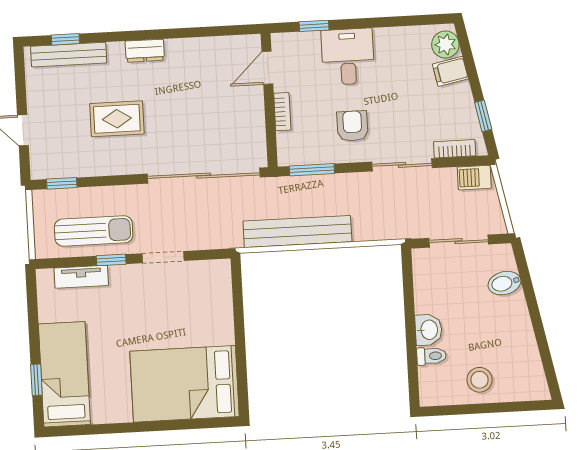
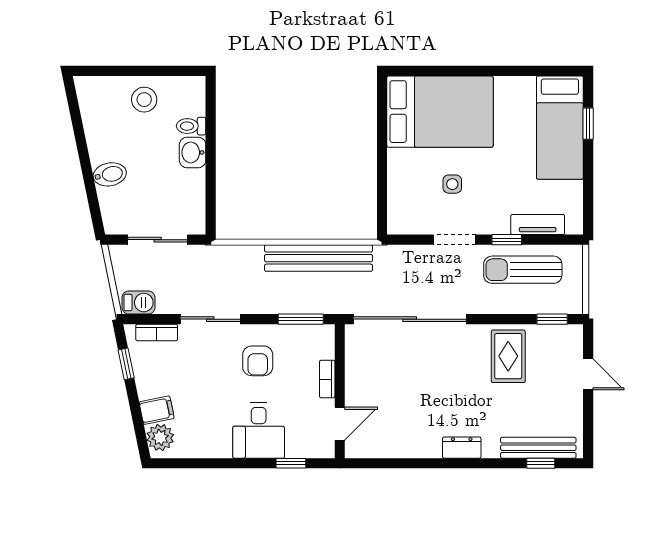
rug: (117, 119) -> (508, 356), moved, turned 90
bidet: (504, 283) -> (110, 174), moved
side table: (168, 312) -> (452, 184), added

